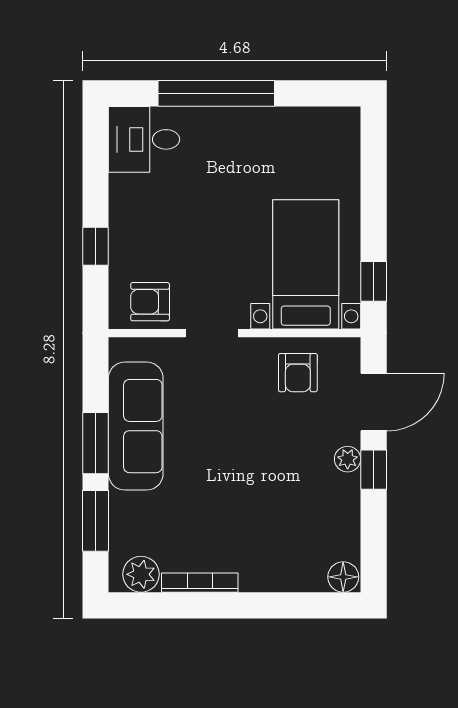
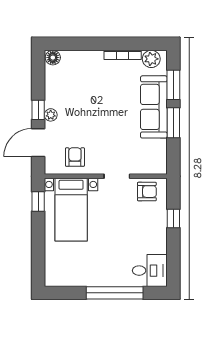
sofa: (136, 426) -> (154, 107), moved

